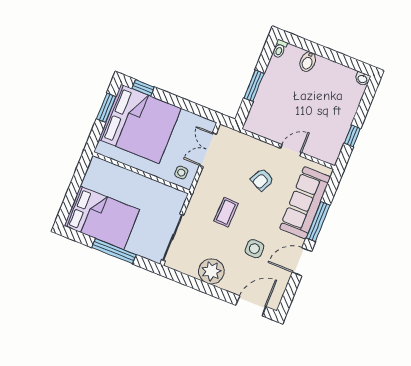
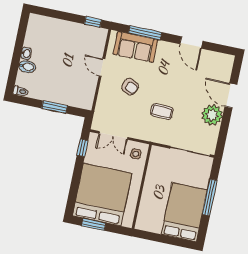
washbasin: (362, 79) -> (26, 53), moved
window: (143, 88) -> (82, 148), moved
window: (352, 136) -> (93, 22), moved
sofa: (305, 203) -> (135, 47), width x0.73
window: (318, 222) -> (145, 33), moved
side table: (254, 249) -> (187, 83), removed
door: (251, 306) -> (231, 96), moved

